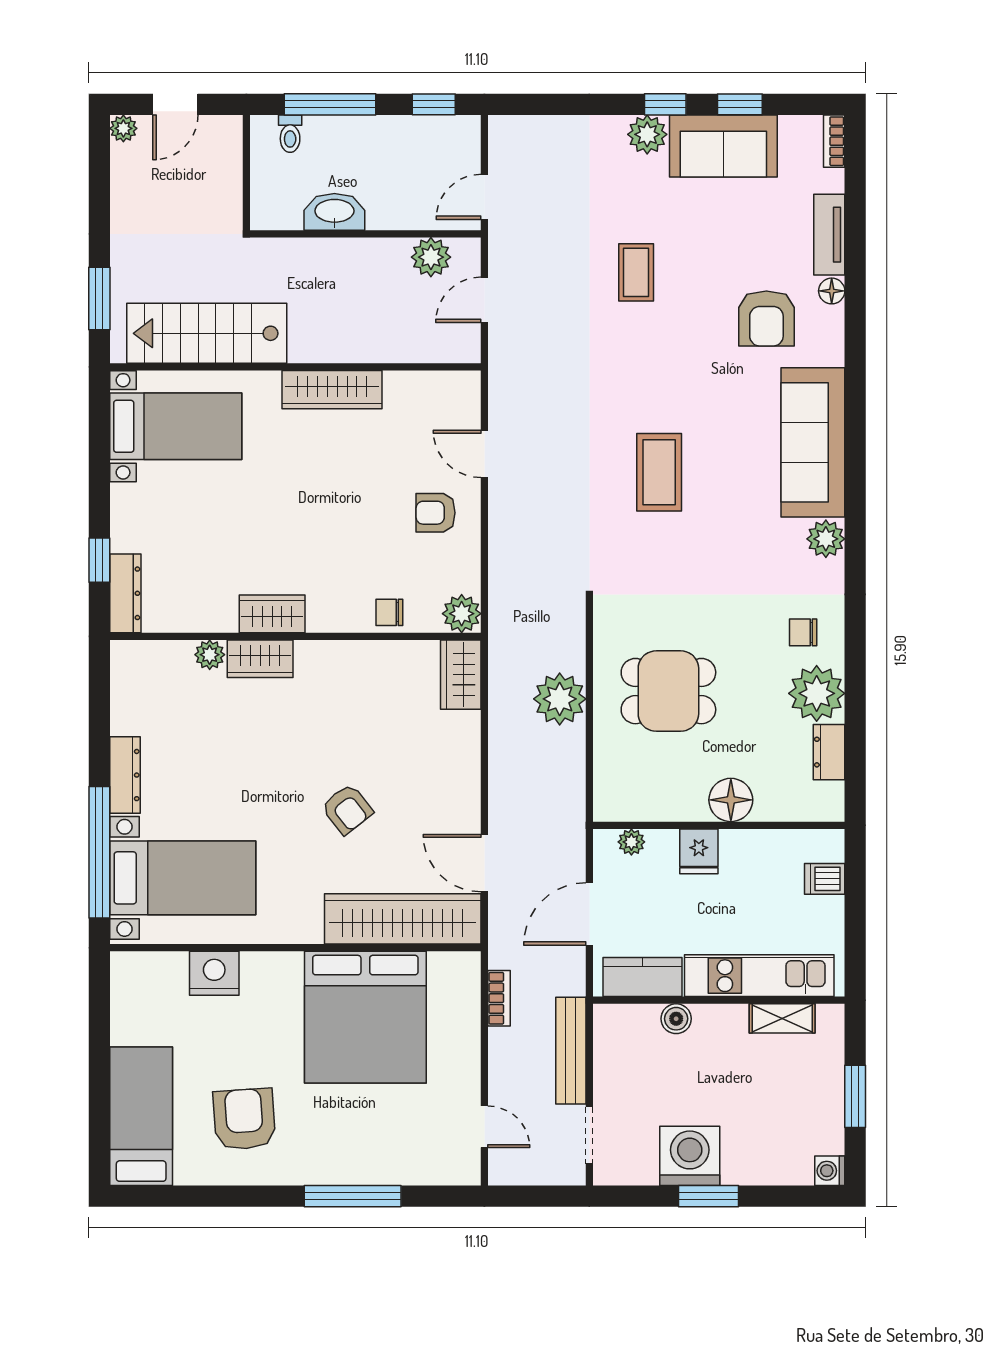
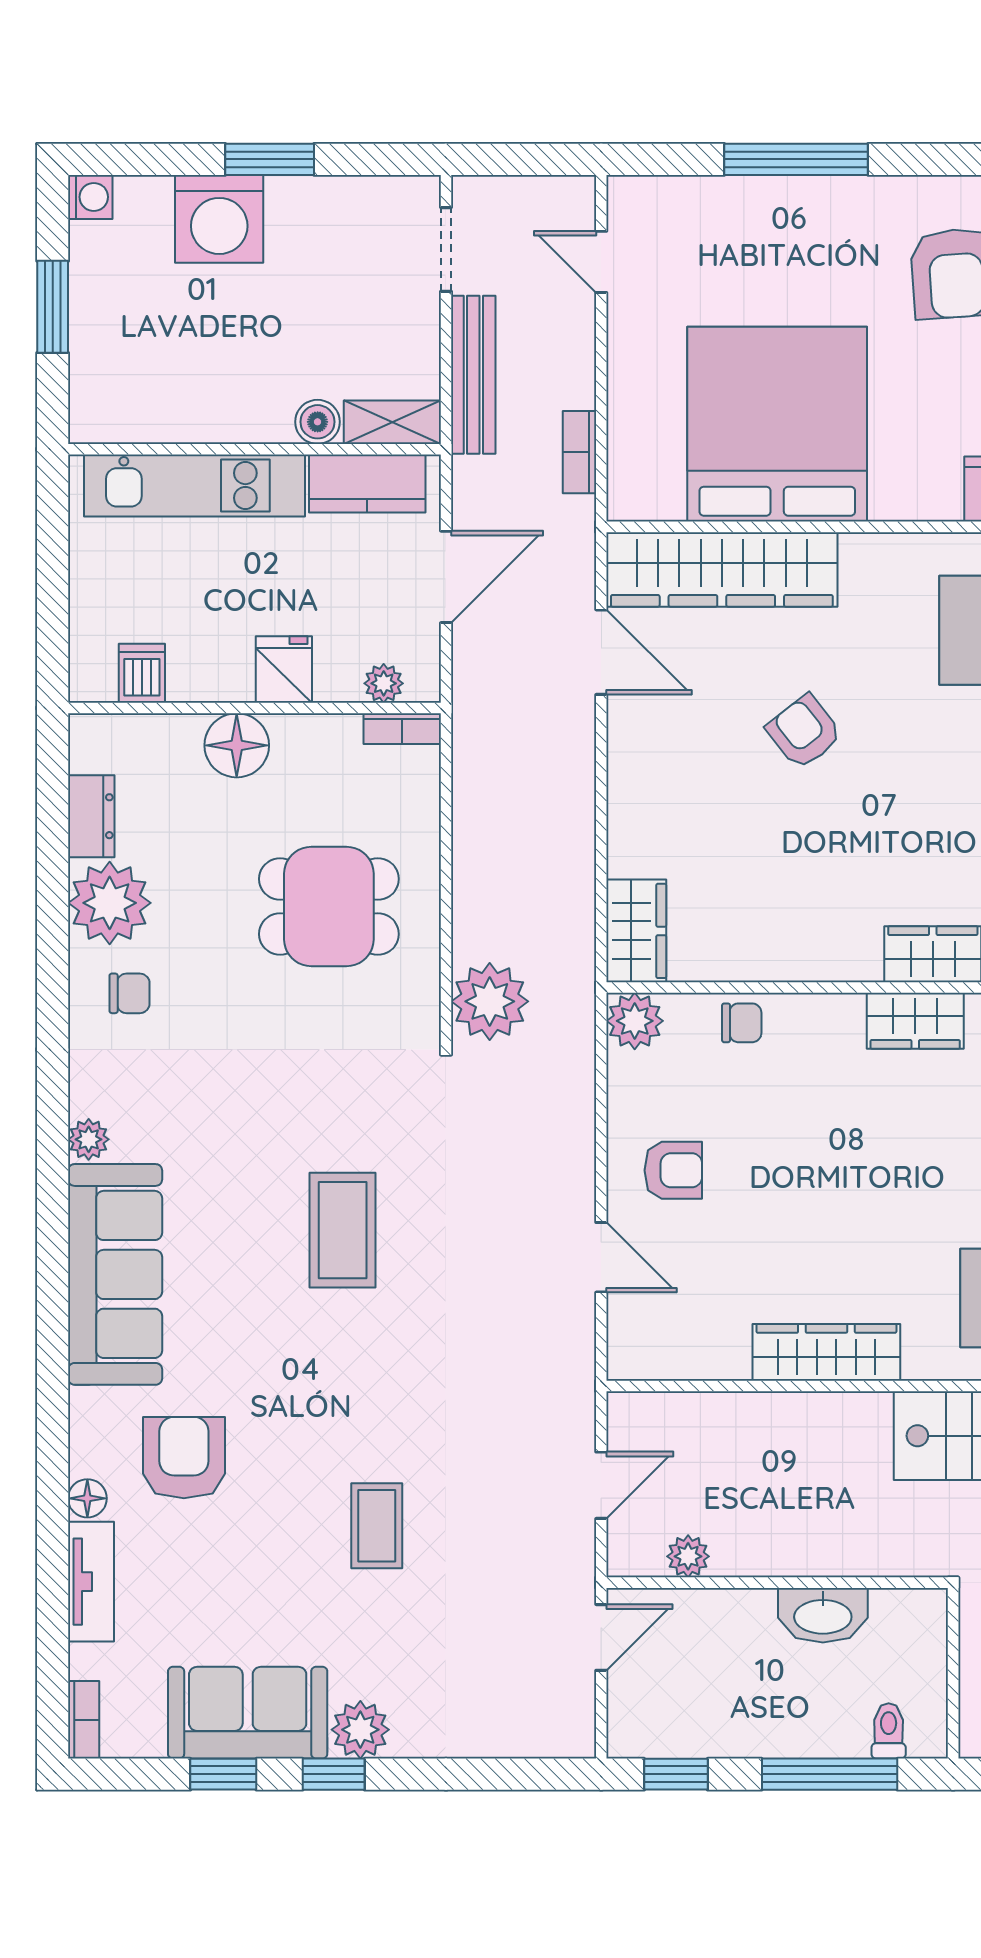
plant: (431, 257) -> (688, 1556), width x0.73, depth x0.73
plant: (826, 539) -> (89, 1139), width x0.73, depth x0.73
plant: (560, 699) -> (490, 1001), moved
bookcase: (619, 811) -> (402, 729), added
dishwasher: (825, 879) -> (142, 673), moved, turned -90
shelving: (782, 1018) -> (392, 422), moved
washing machine: (690, 1156) -> (219, 219), moved

